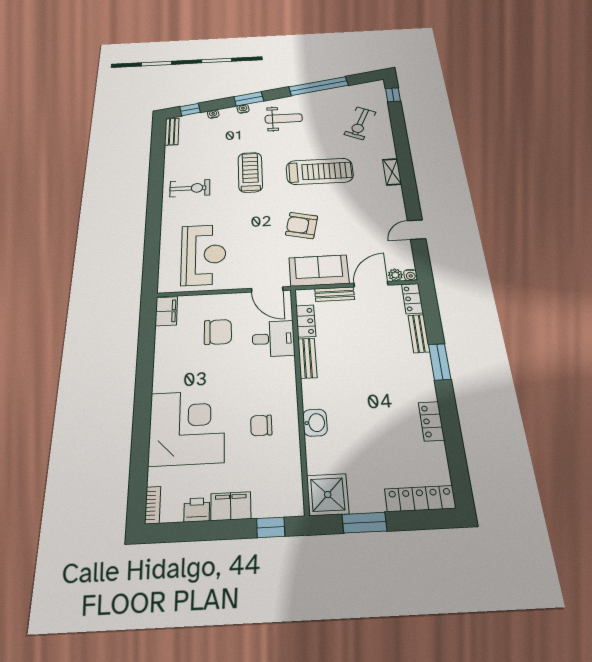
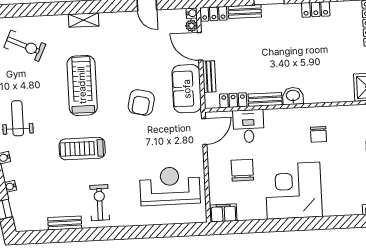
bench: (172, 132) -> (65, 223), moved
washbasin: (315, 423) -> (293, 96), moved
corner desk: (187, 427) -> (294, 191), moved

